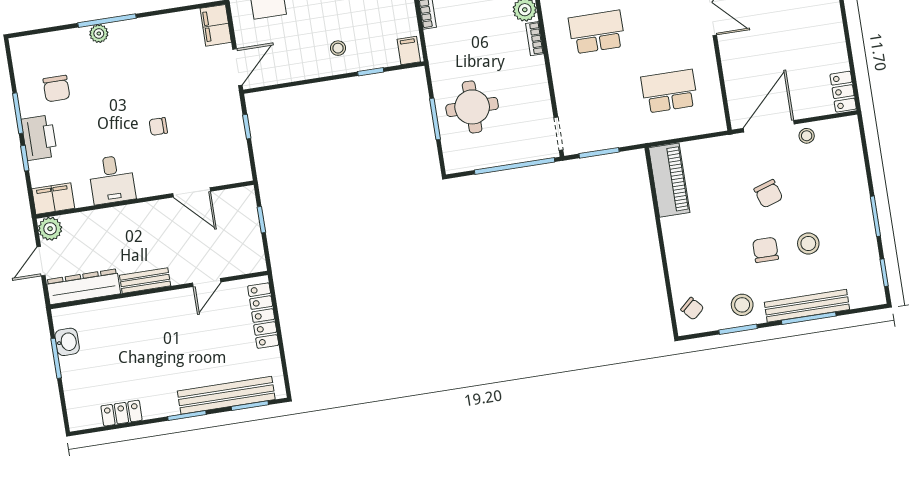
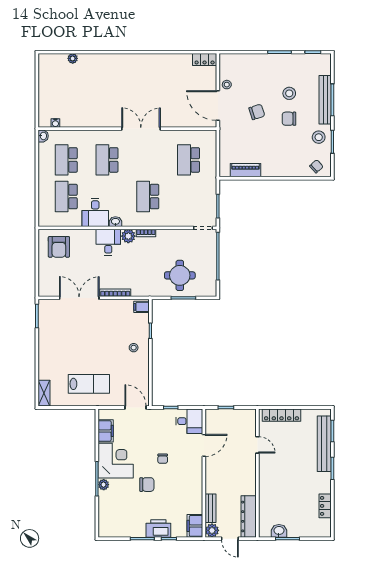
filing cabinet: (216, 25) -> (106, 431), moved, turned -90
corner desk: (142, 47) -> (116, 461), added
chair: (56, 89) -> (147, 485), moved
desk: (112, 180) -> (189, 421), moved
piano: (669, 180) -> (245, 170), width x0.73, depth x0.75
bench: (145, 281) -> (211, 508), moved

